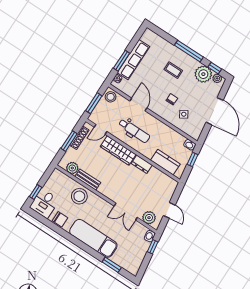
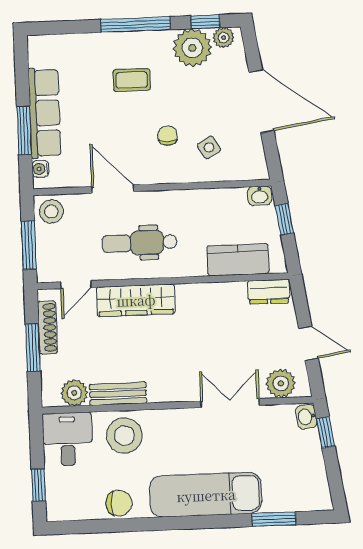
dental chair: (134, 131) -> (140, 243), turned 180
dresser: (142, 164) -> (269, 292), moved
desk: (45, 203) -> (67, 439), moved, turned 180
double door: (126, 212) -> (230, 403), swing flipped

